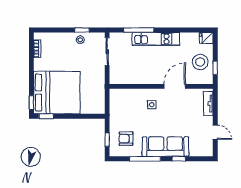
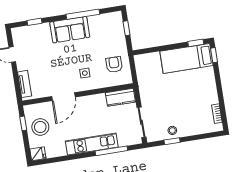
kitchen counter: (123, 78) -> (120, 97), added
bed: (57, 93) -> (187, 58), width x0.49
armchair: (126, 139) -> (114, 65), moved, turned -90
sofa: (165, 147) -> (70, 30), width x0.73
window: (179, 159) -> (35, 22), moved

